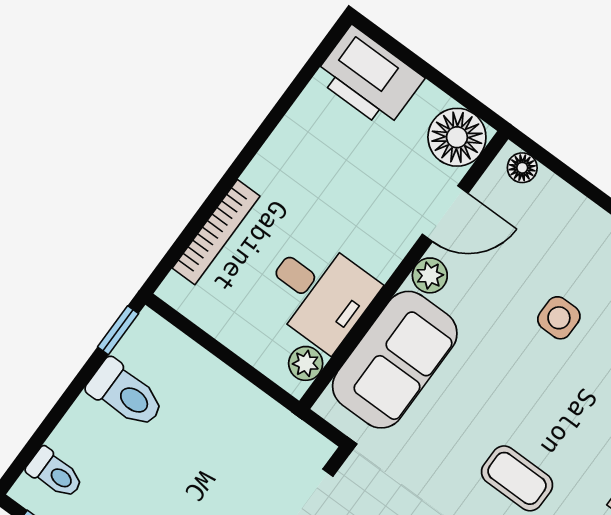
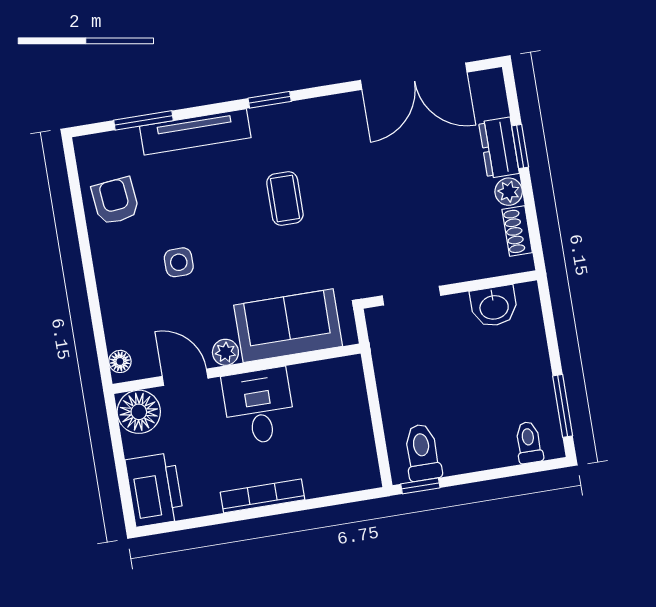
bookcase: (216, 232) -> (262, 496), moved
desk: (319, 293) -> (259, 406), moved
plant: (306, 363) -> (338, 370), removed
toilet: (126, 394) -> (422, 452), moved

